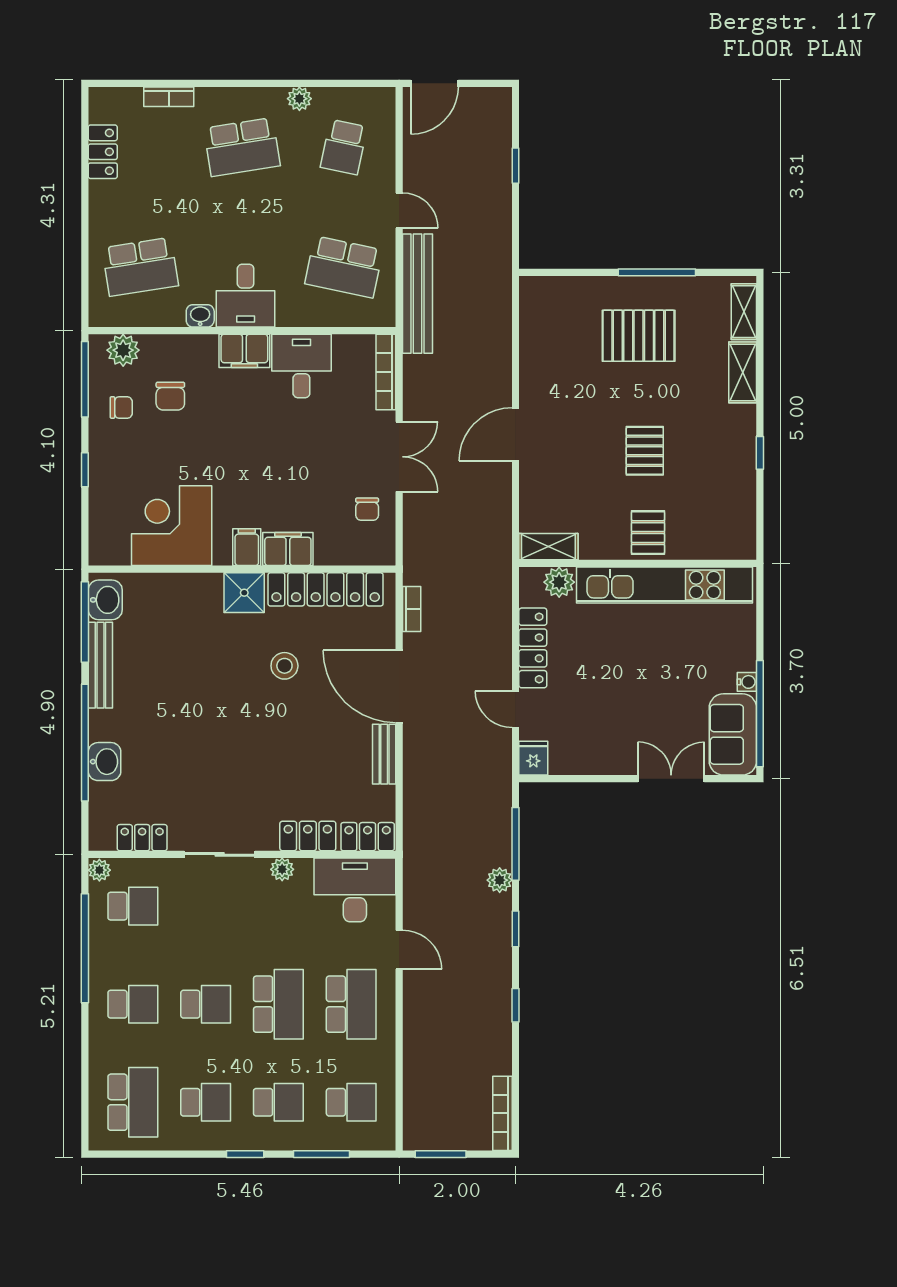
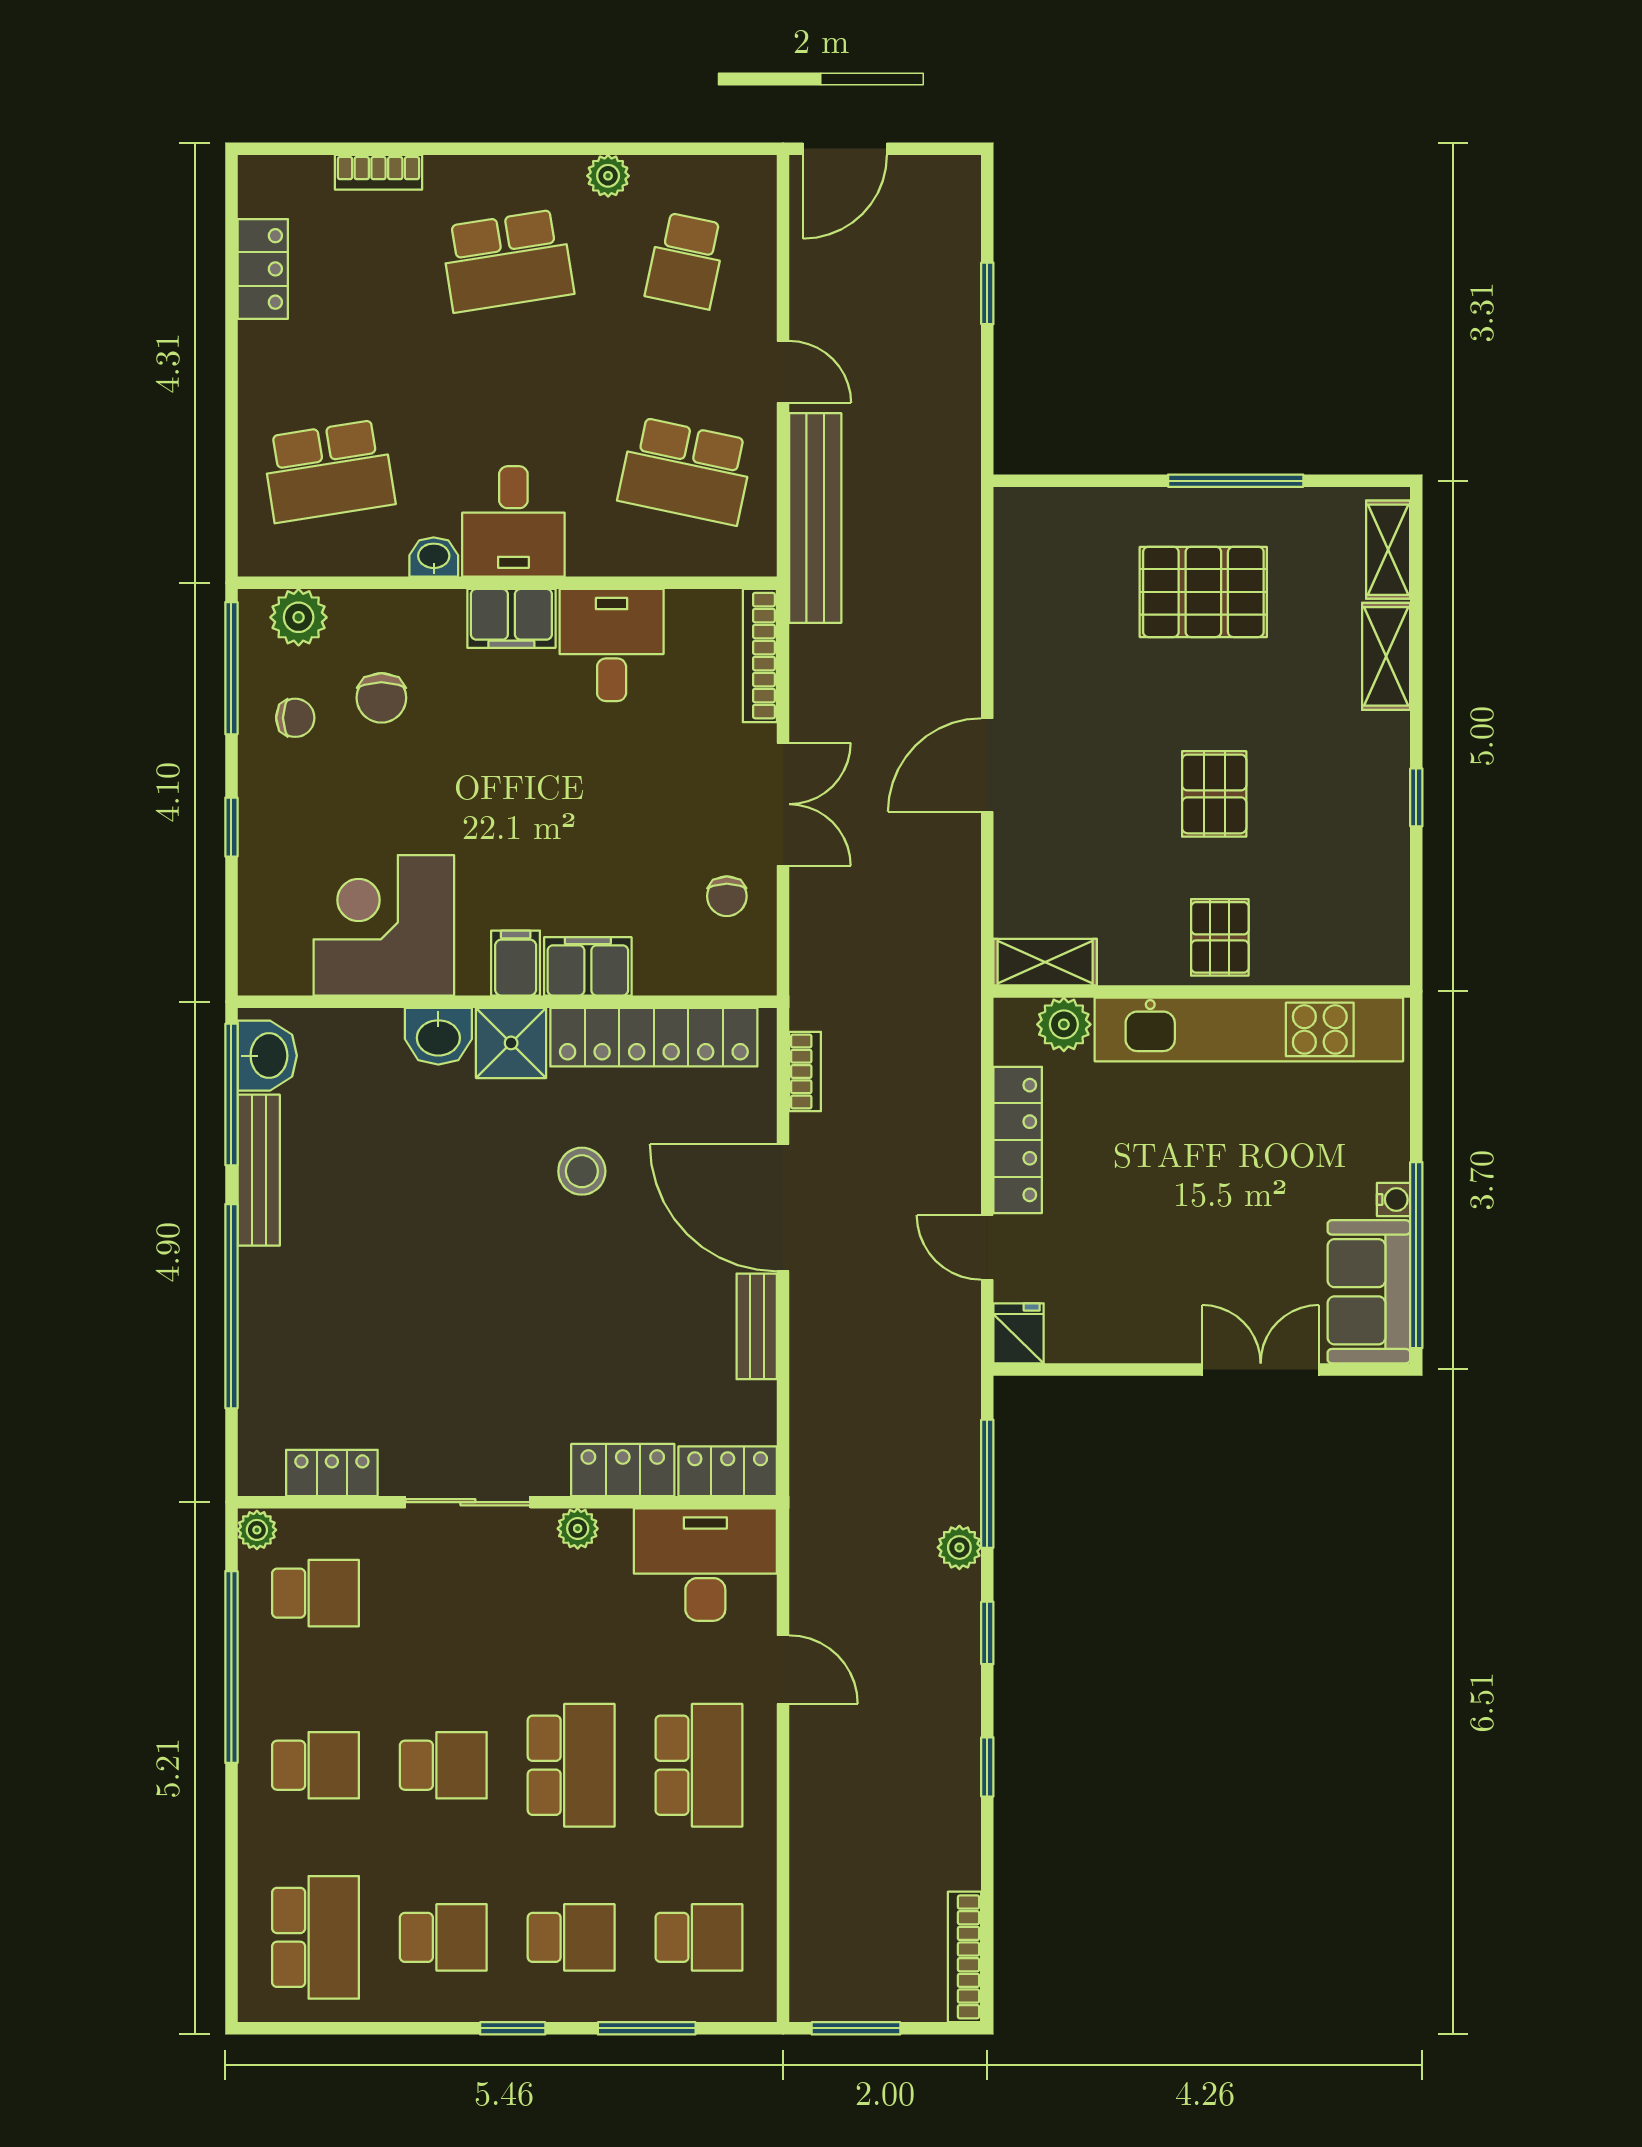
washbasin: (105, 762) -> (438, 1036), moved, turned 90

